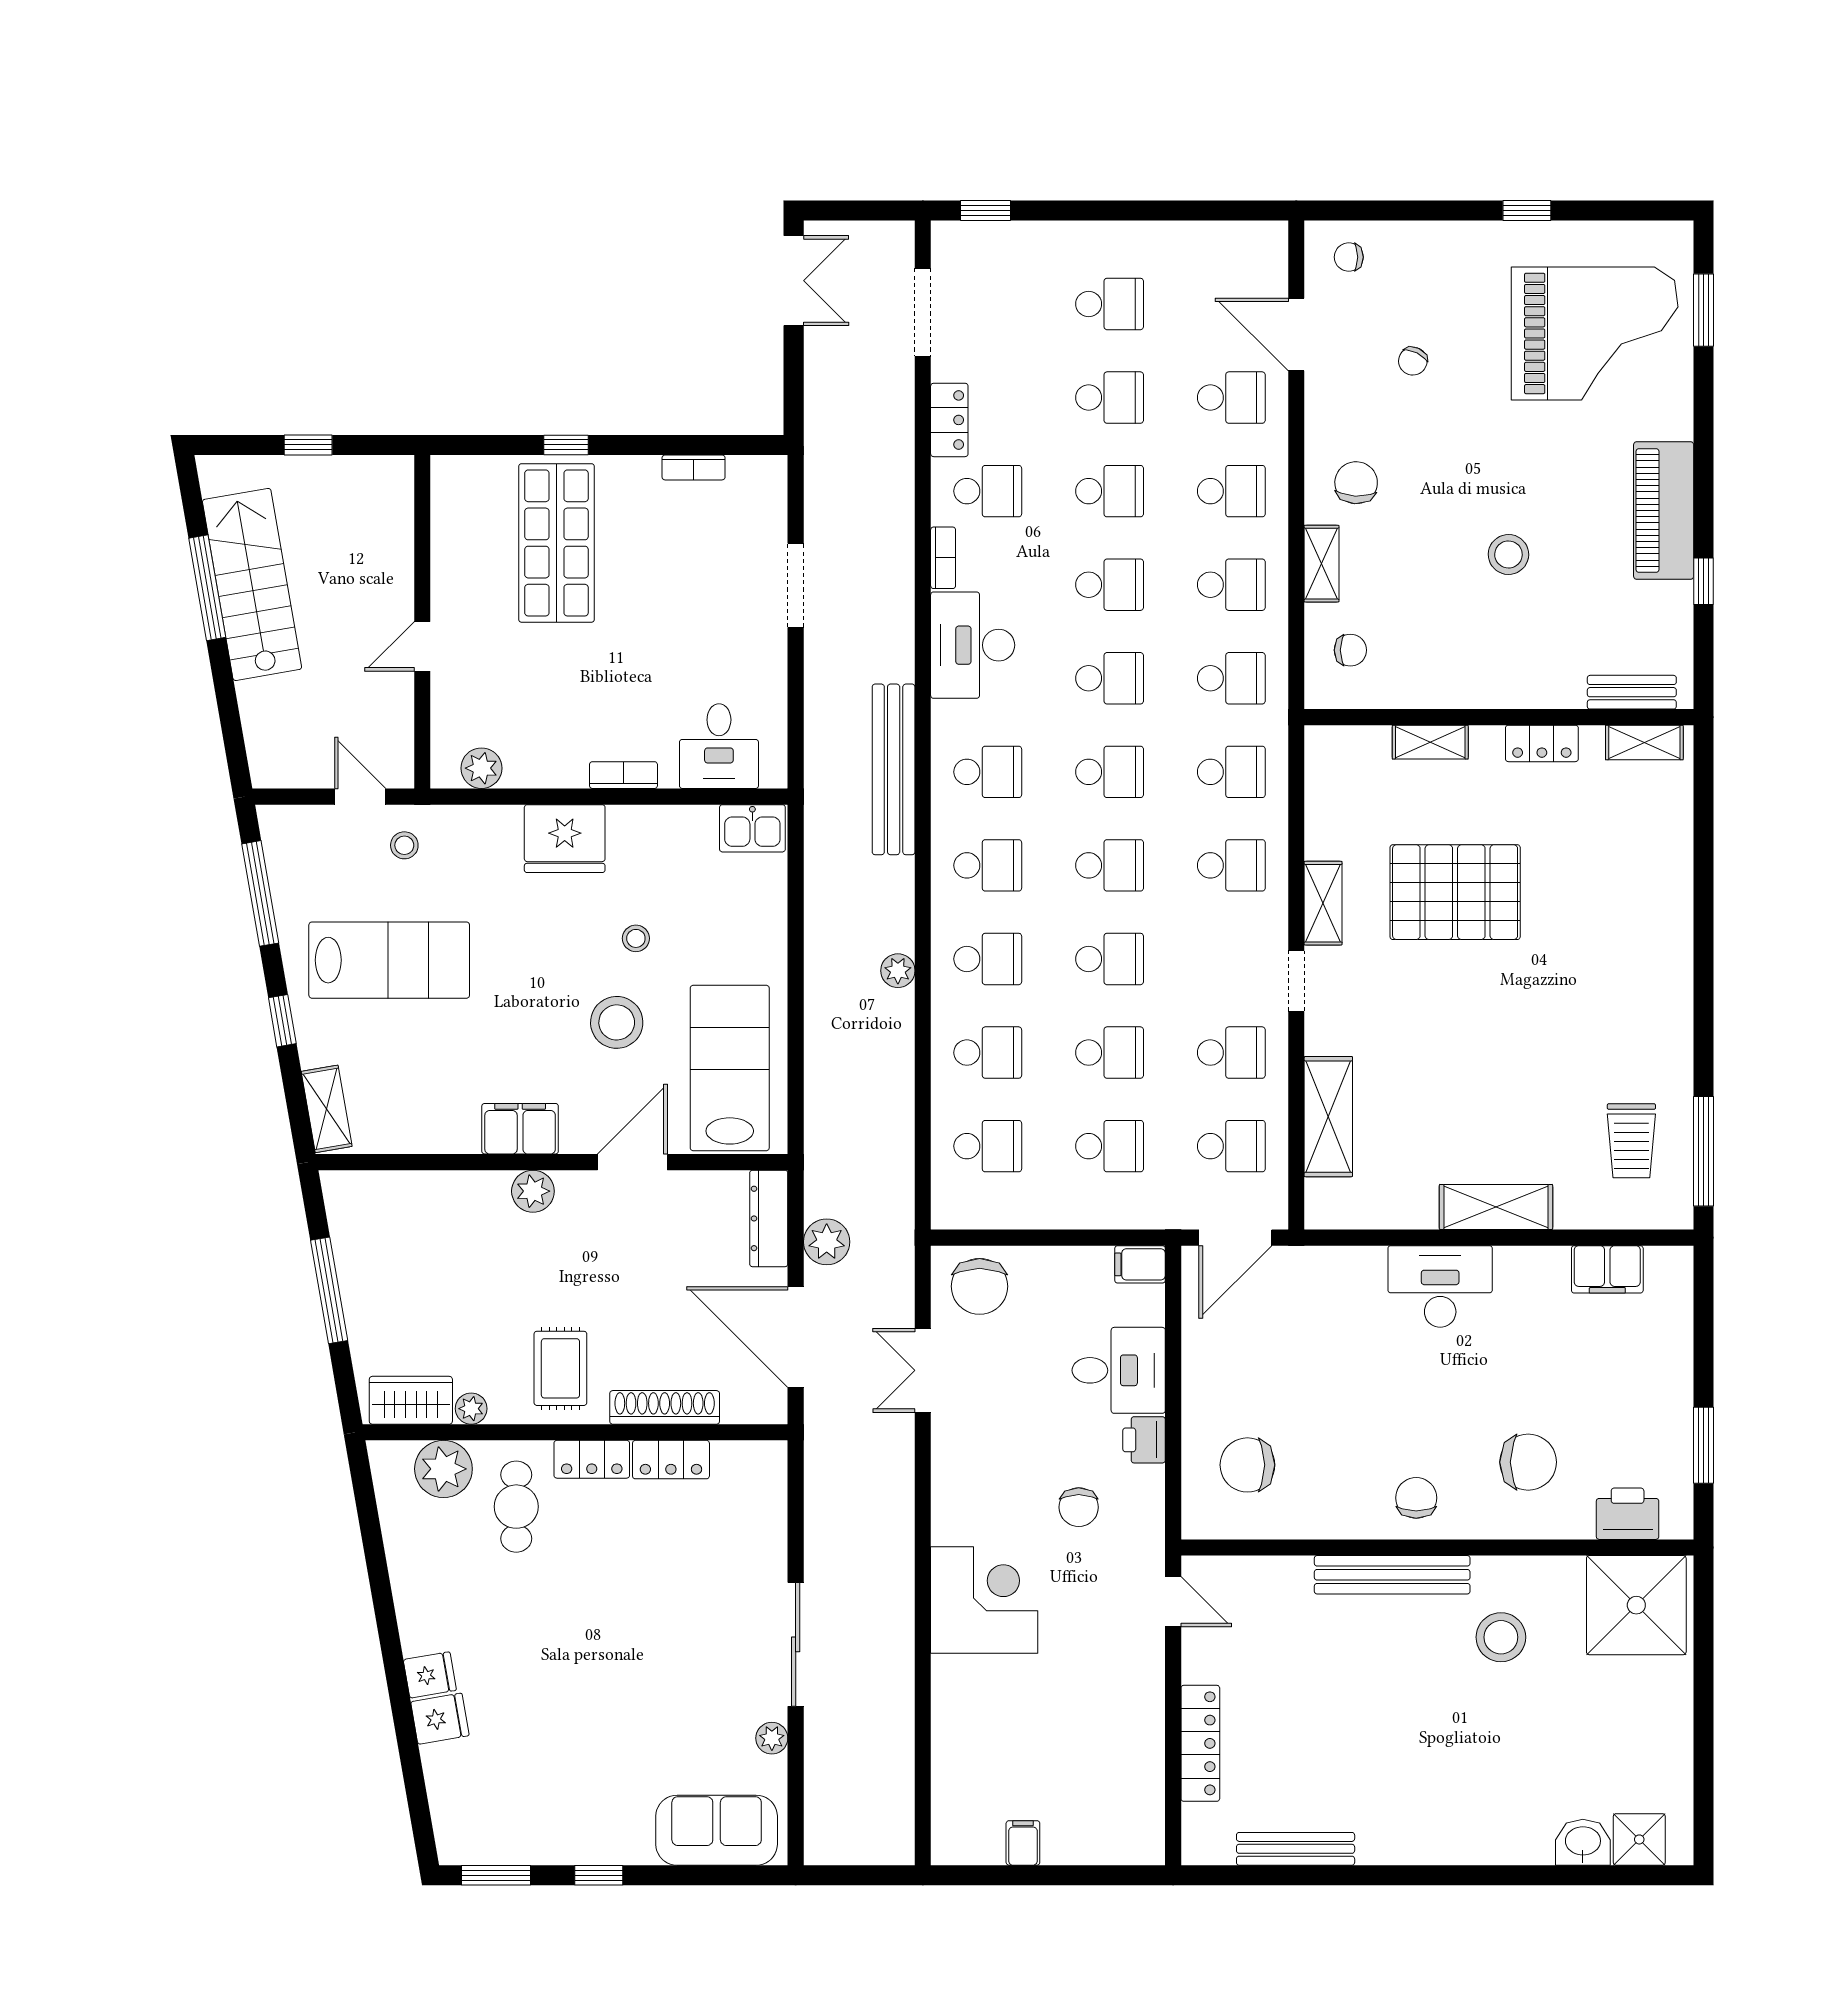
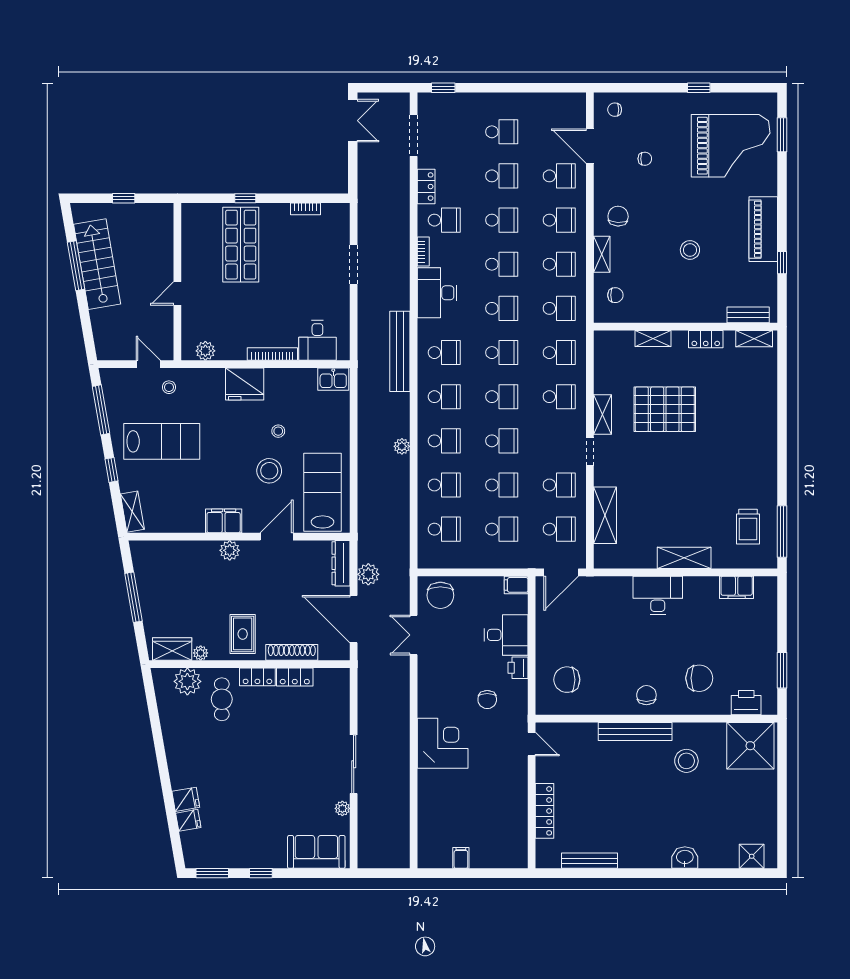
chair: (1413, 361) -> (645, 159), turned -116
bookcase: (623, 775) -> (272, 354), width x1.56
fridge: (430, 1675) -> (188, 820), moved
washbasin: (1583, 1842) -> (685, 858), moved

